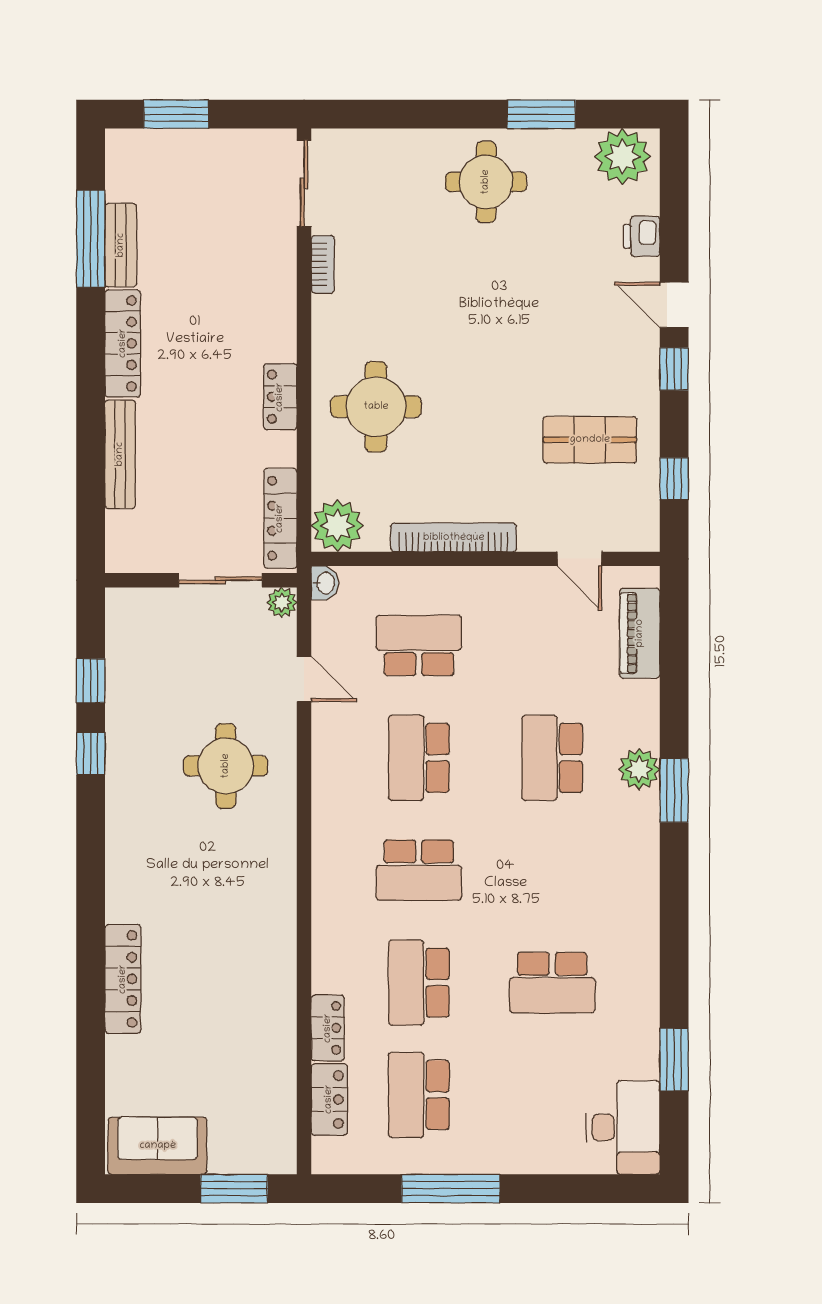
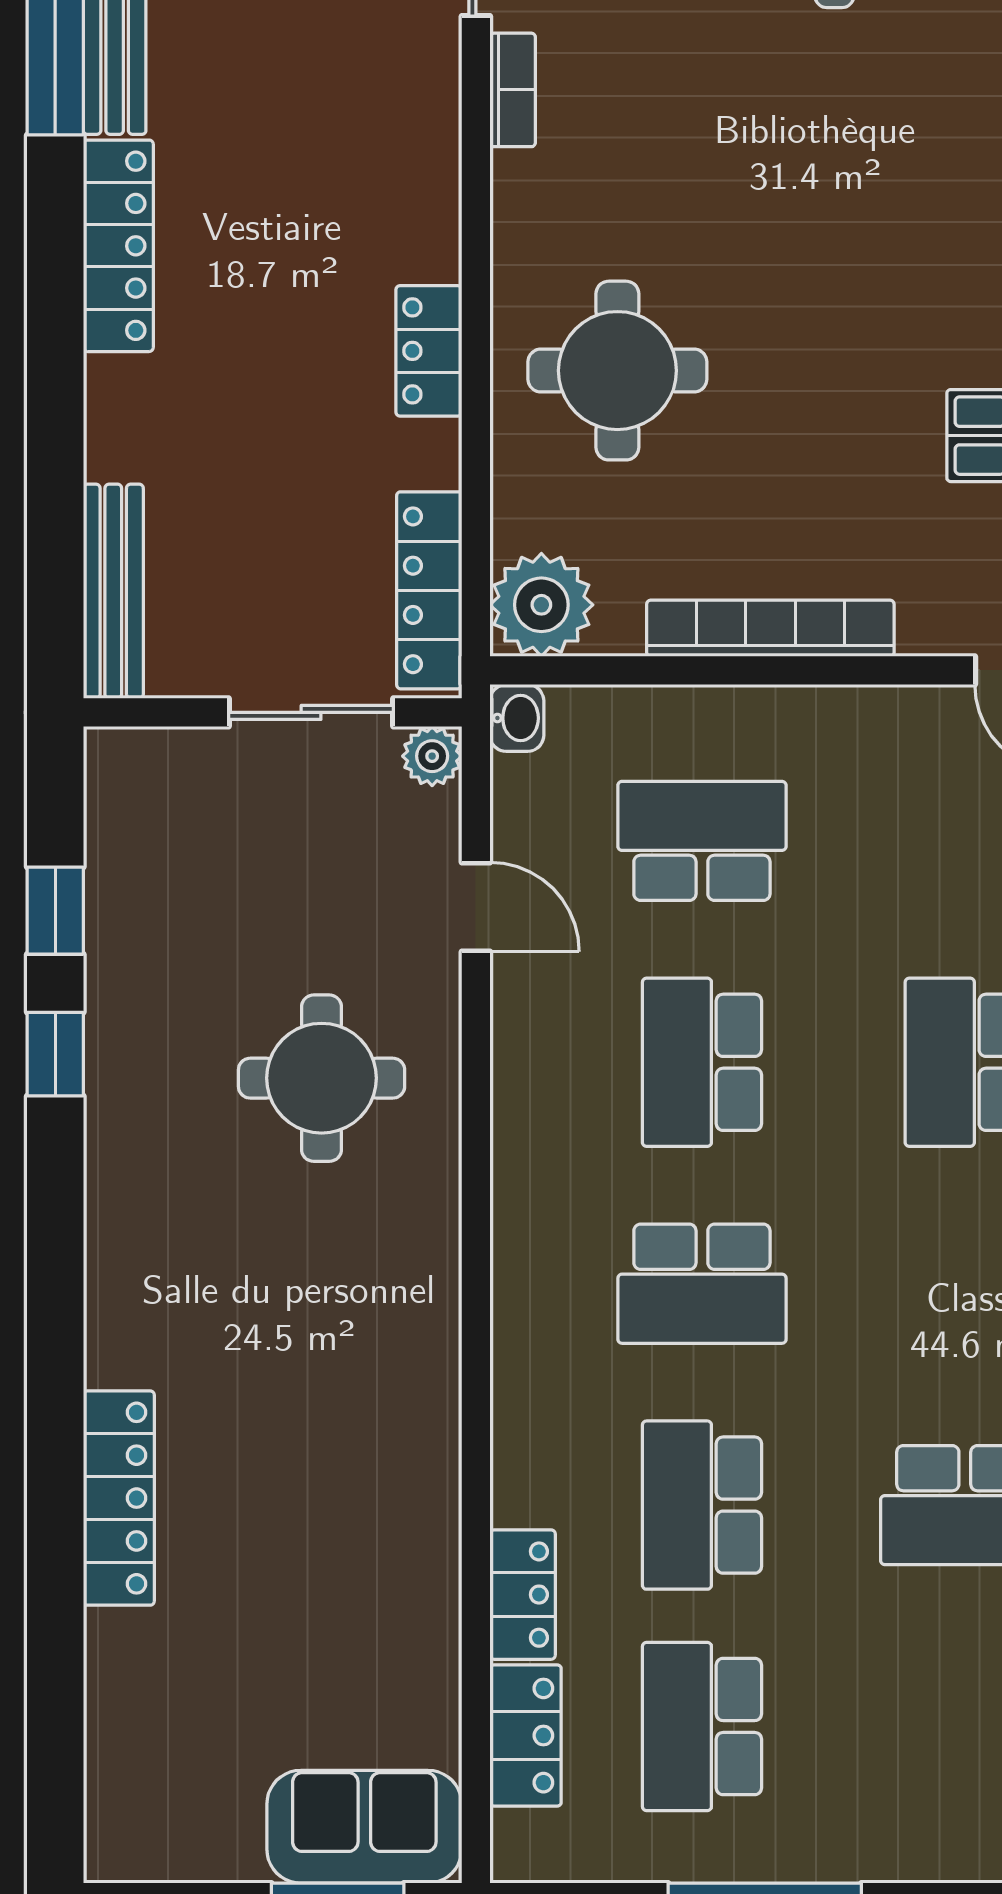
bench: (120, 454) -> (113, 591), moved
sofa: (158, 1146) -> (364, 1827), moved

